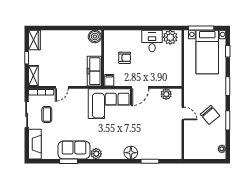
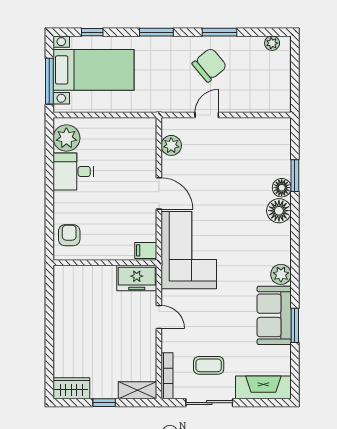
boiler: (95, 37) -> (65, 277), removed
armchair: (125, 58) -> (69, 235), moved
freezer: (94, 71) -> (137, 278), width x0.71
door: (62, 87) -> (159, 317), moved
floor lamp: (143, 154) -> (282, 188), added

